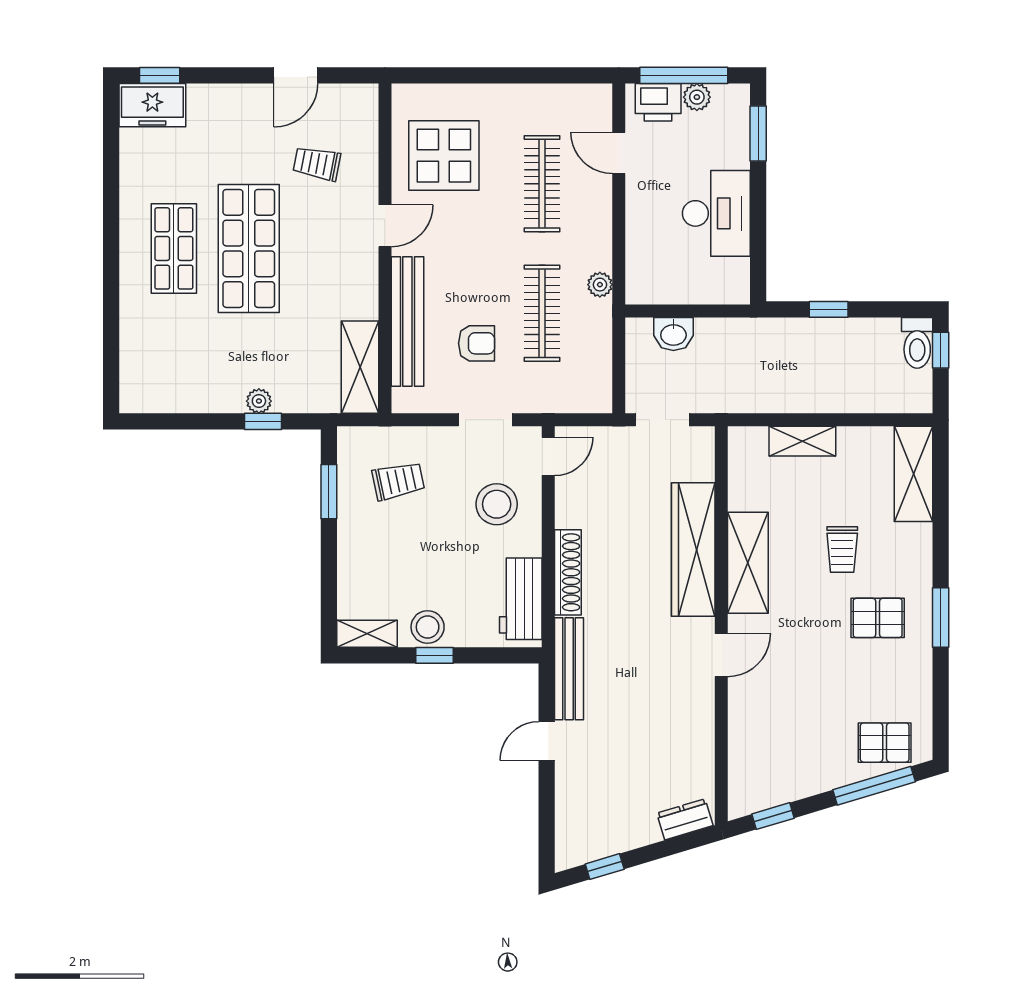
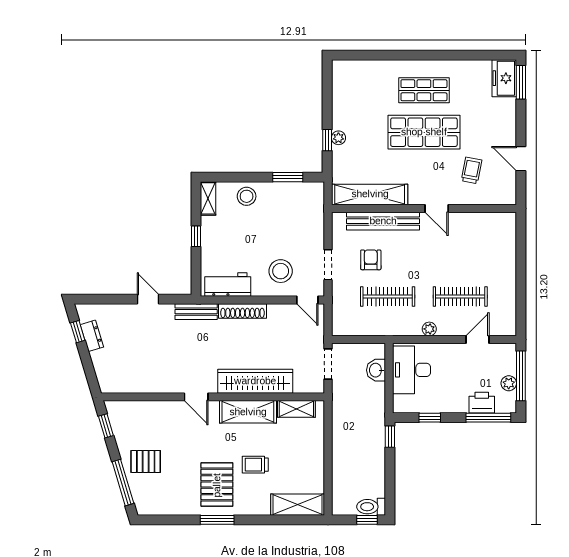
window: (160, 75) -> (521, 82), width x1.50
printer: (658, 102) -> (482, 403), moved, turned 90
window: (758, 133) -> (488, 418), width x1.44
display table: (444, 156) -> (476, 241), removed
desk: (716, 213) -> (411, 370), moved, turned 90
window: (758, 238) -> (430, 418), added
plant: (600, 285) -> (429, 329), moved
window: (829, 309) -> (390, 437), moved
armchair: (476, 343) -> (371, 260), turned 180
shelving: (360, 367) -> (370, 194), width x1.47
shelving: (802, 441) -> (296, 409), moved, turned 90
trolley: (398, 481) -> (294, 216), removed
pallet: (878, 618) -> (217, 485), width x1.50, depth x1.42
stool: (428, 627) -> (247, 196), moved
bench: (569, 669) -> (196, 312), width x0.73
pallet: (885, 743) -> (146, 461), moved, turned 90
dresser: (685, 819) -> (92, 336), moved

